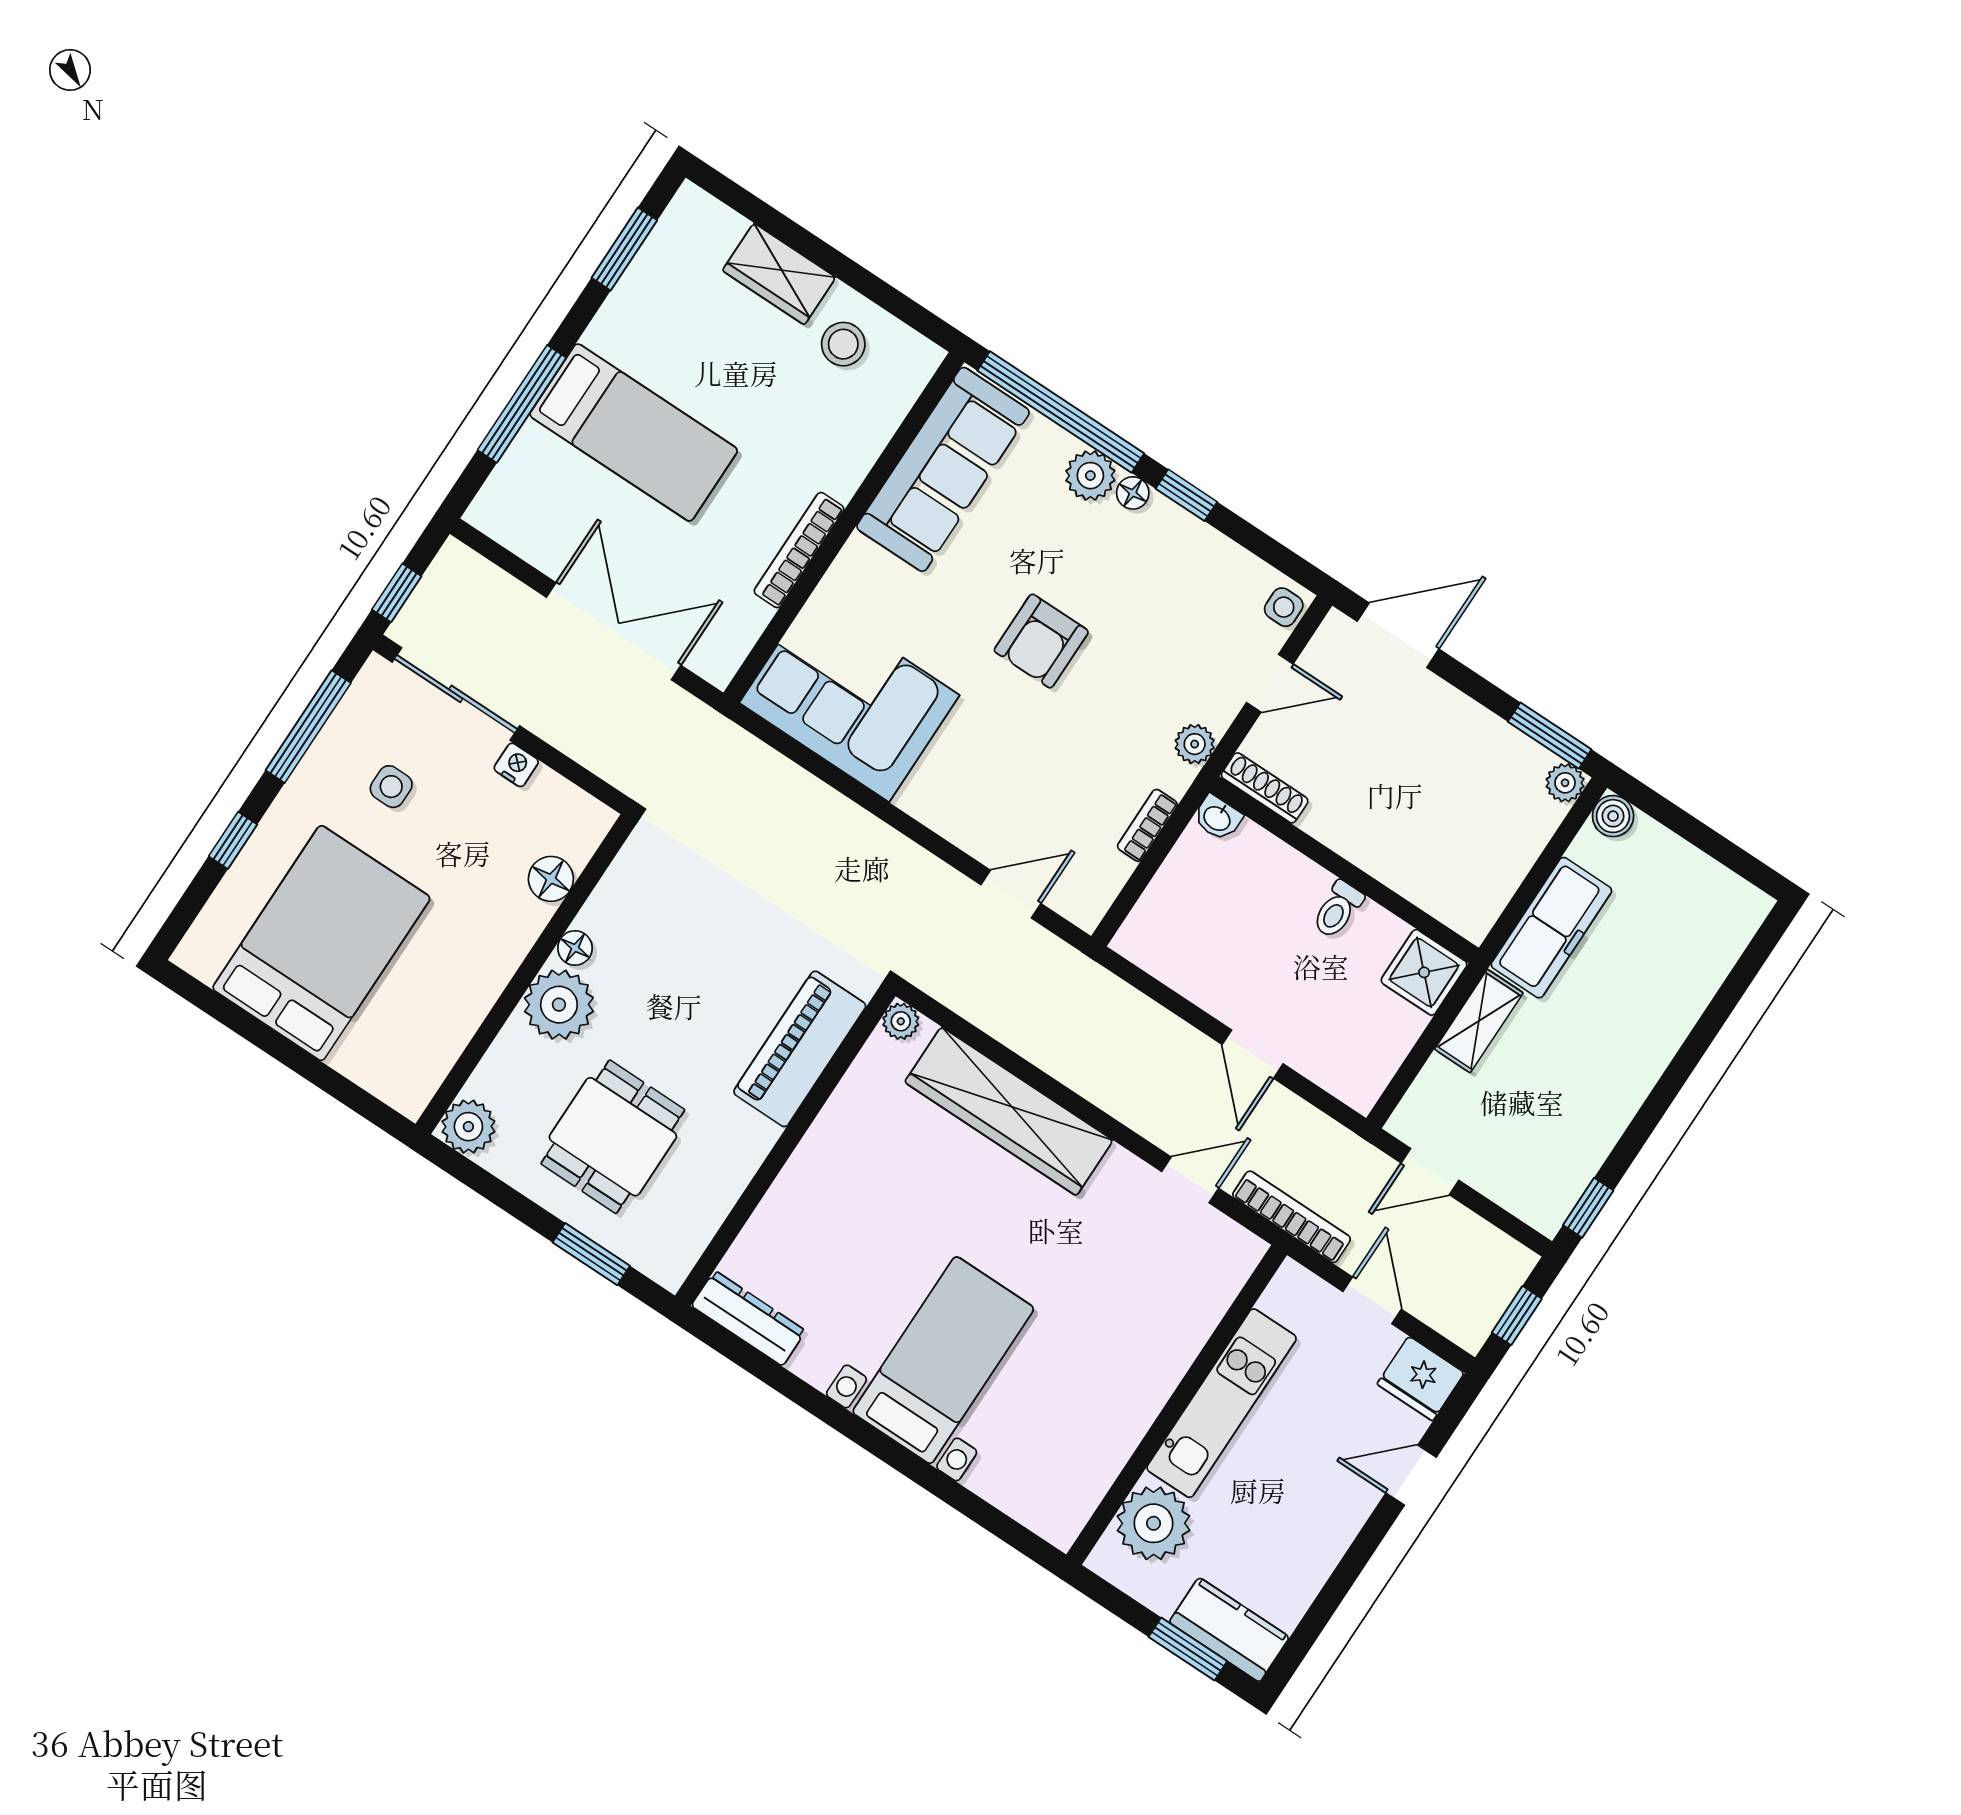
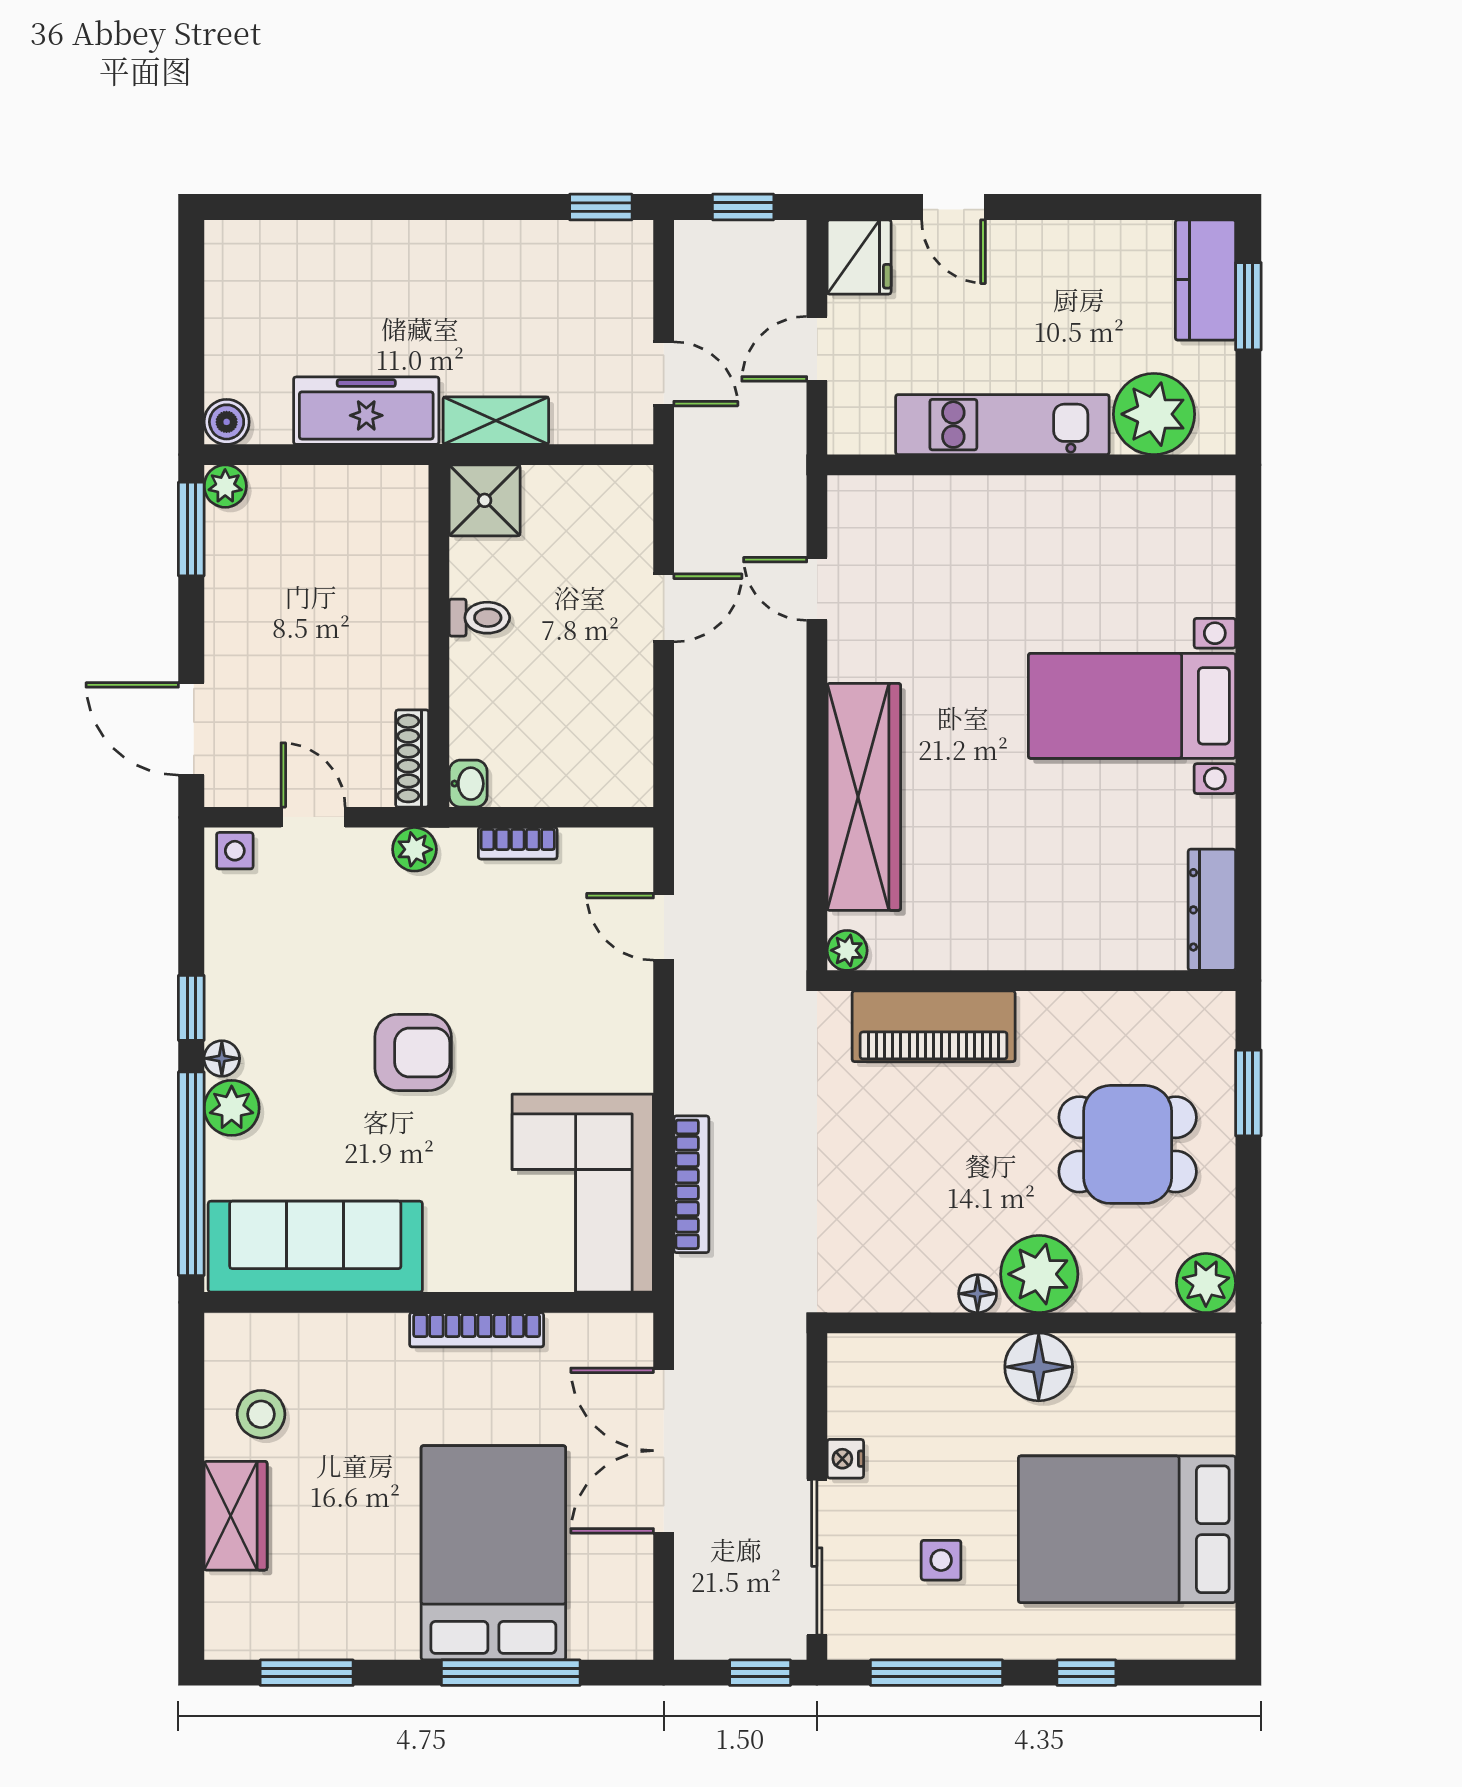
bed: (634, 432) -> (493, 1553), width x1.50
floor lamp: (551, 879) -> (1039, 1367), moved, width x1.38, depth x1.38
bookcase: (1292, 1217) -> (691, 1184), moved, turned 180

